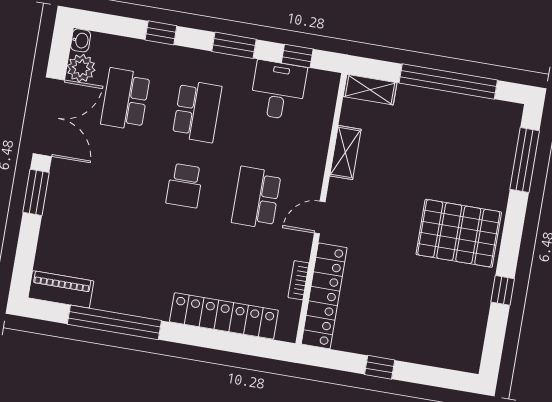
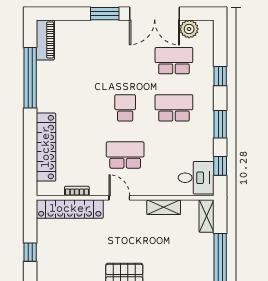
washbasin: (81, 40) -> (207, 26), removed
desk: (278, 90) -> (196, 178), moved
school desk: (197, 111) -> (174, 108), turned 180
school desk: (185, 186) -> (125, 108), turned 90

